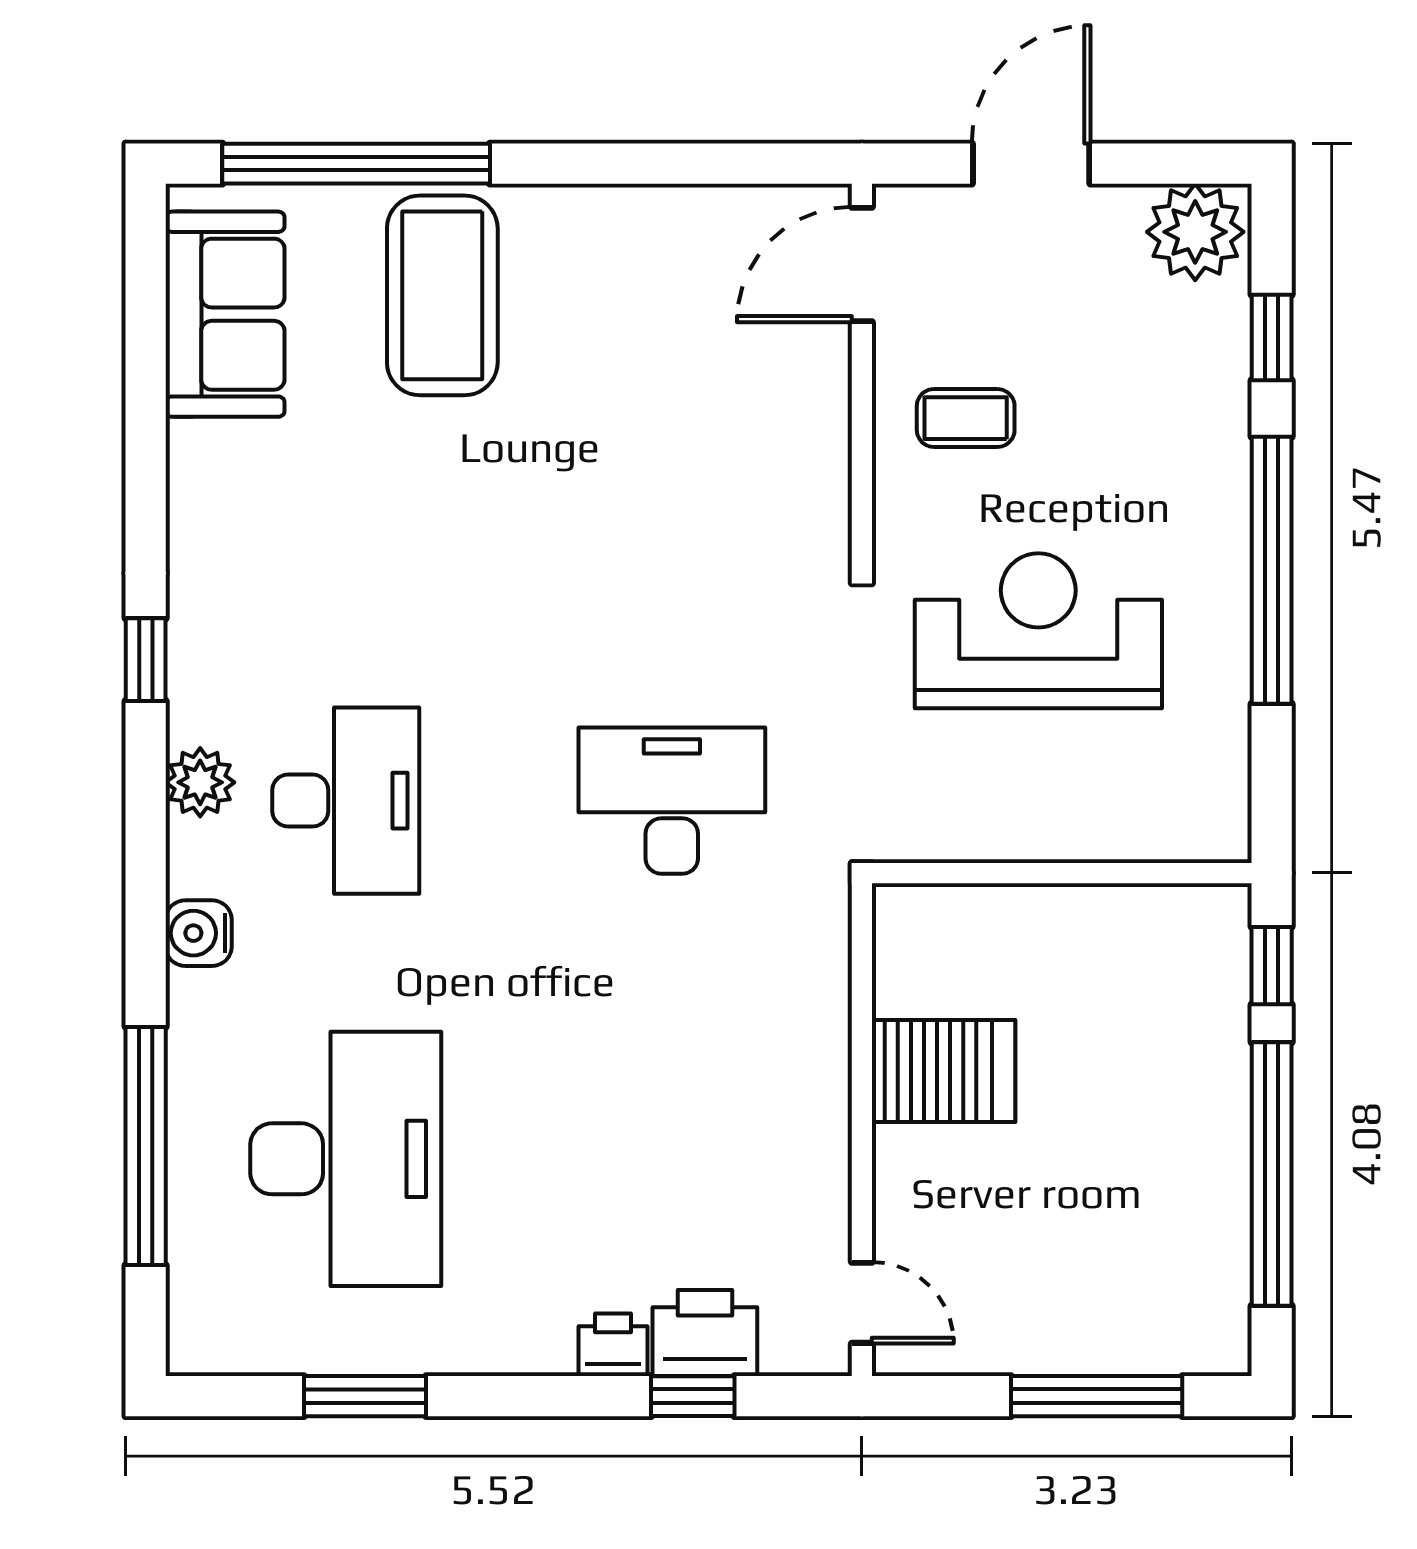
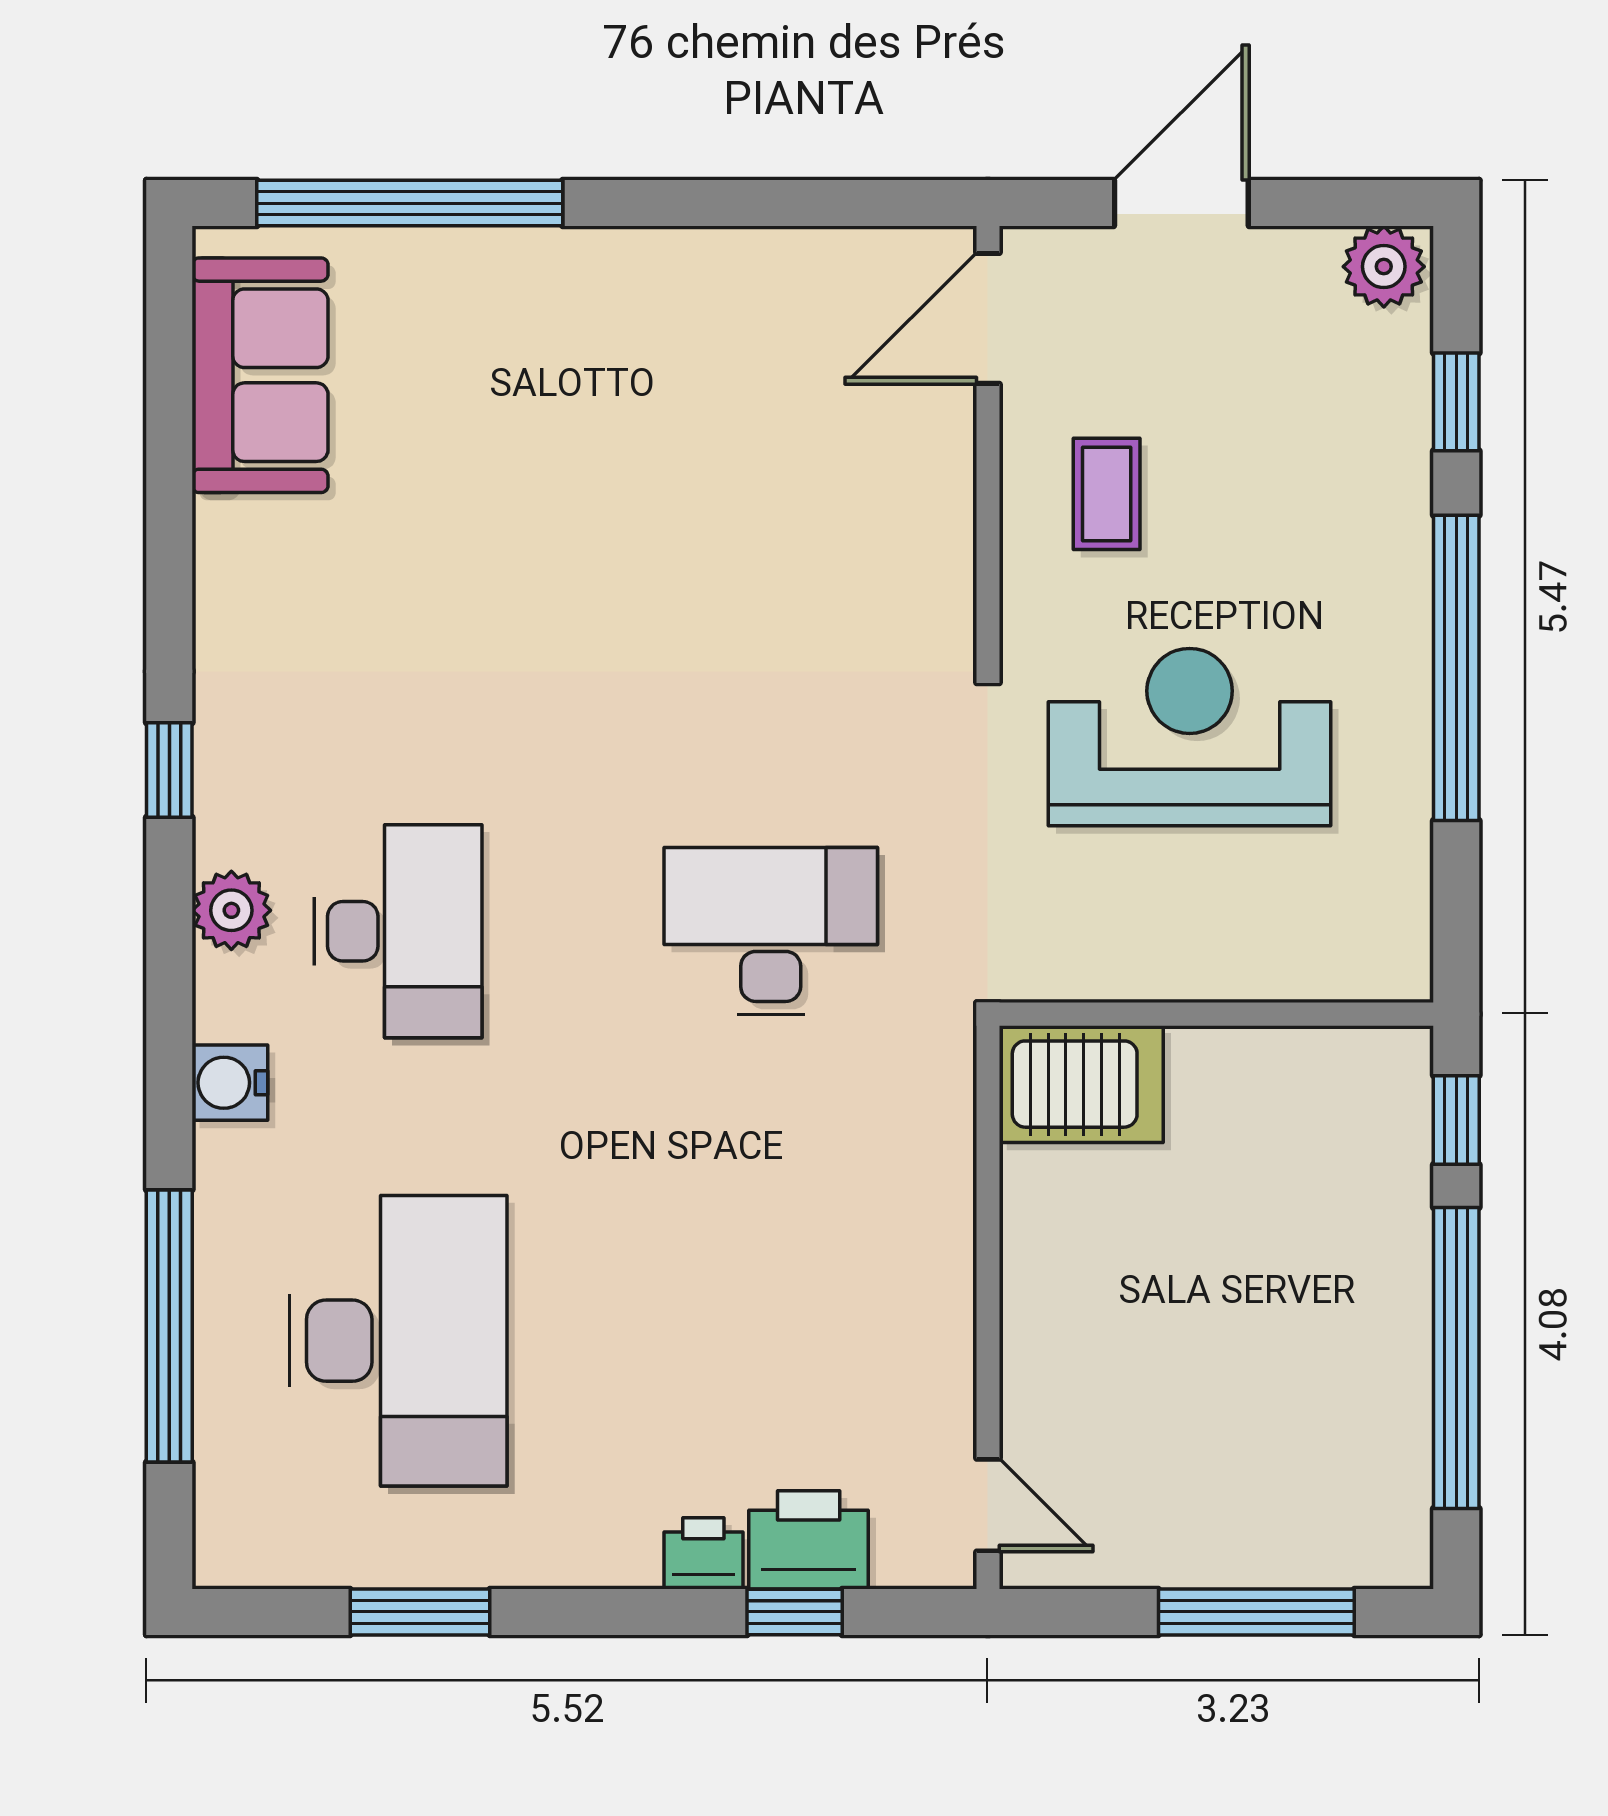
plant: (1195, 232) -> (1384, 267), width x0.73, depth x0.73
coffee table: (442, 295) -> (508, 354), removed
coffee table: (966, 418) -> (1107, 494), turned 90
server rack: (944, 1071) -> (1081, 1084), moved

